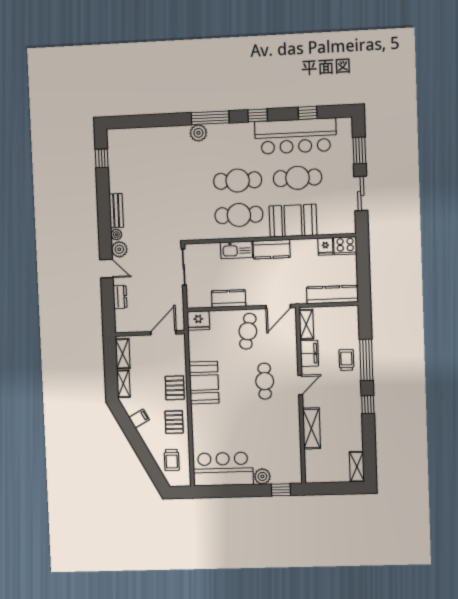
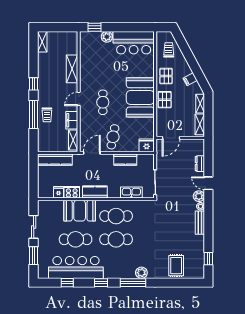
rug: (148, 146) -> (176, 266), added
cooker: (345, 246) -> (72, 192), moved
kitchen sink: (236, 250) -> (131, 192), moved
booth: (204, 383) -> (140, 97), width x1.36, depth x1.42

